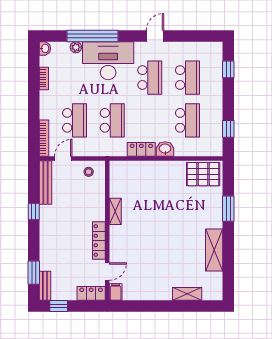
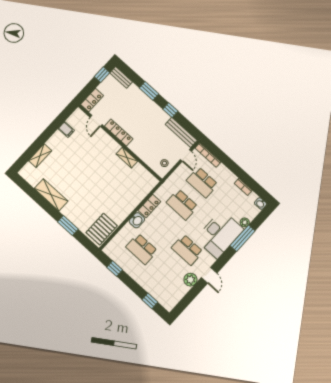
window: (93, 36) -> (243, 238), width x0.68
plant: (175, 50) -> (190, 280), added
school desk: (187, 78) -> (167, 272), removed
window: (34, 273) -> (149, 91), moved
filing cabinet: (116, 292) -> (66, 129), moved

